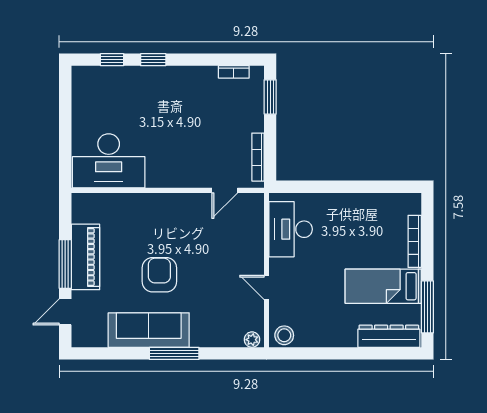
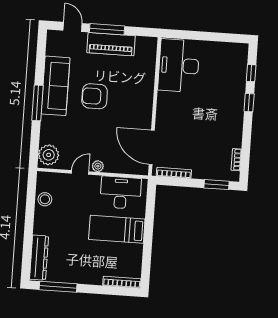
door: (225, 190) -> (152, 147), width x1.88
bookcase: (415, 241) -> (122, 282), moved
plant: (256, 263) -> (98, 166), added
armchair: (159, 275) -> (95, 96), turned 180
bed: (383, 286) -> (117, 229), moved, turned -90
stool: (284, 335) -> (45, 199), moved
plant: (252, 340) -> (49, 155), width x1.88, depth x1.88

